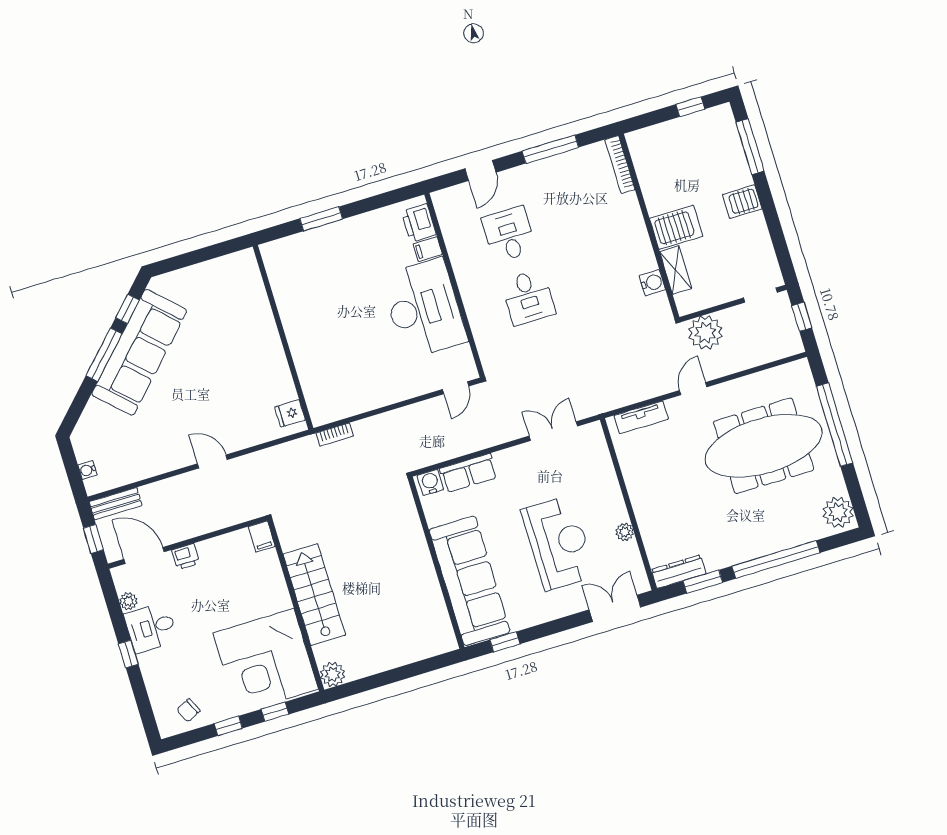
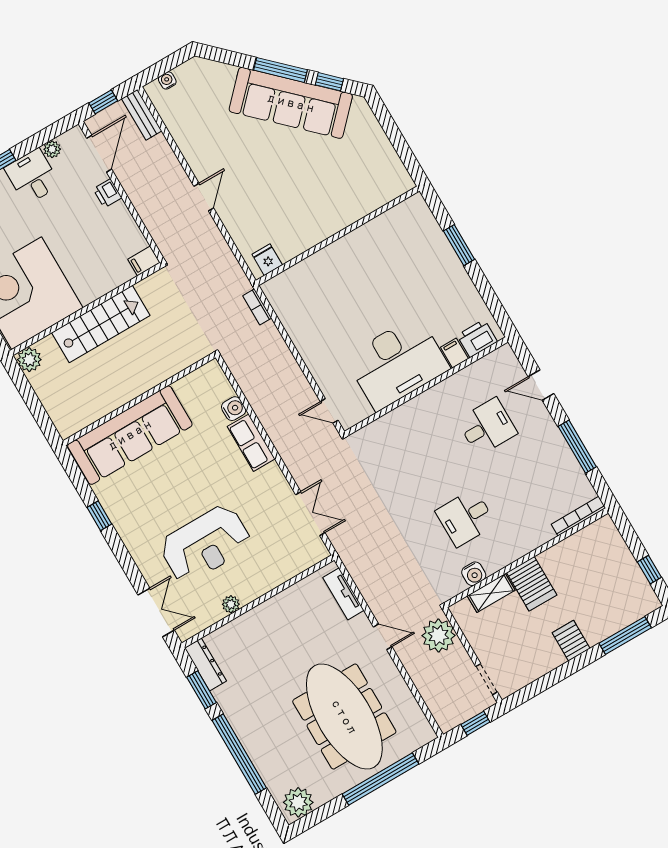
desk: (528, 297) -> (466, 518), moved
wall: (436, 563) -> (139, 399), moved
sofa: (470, 581) -> (130, 435), moved

